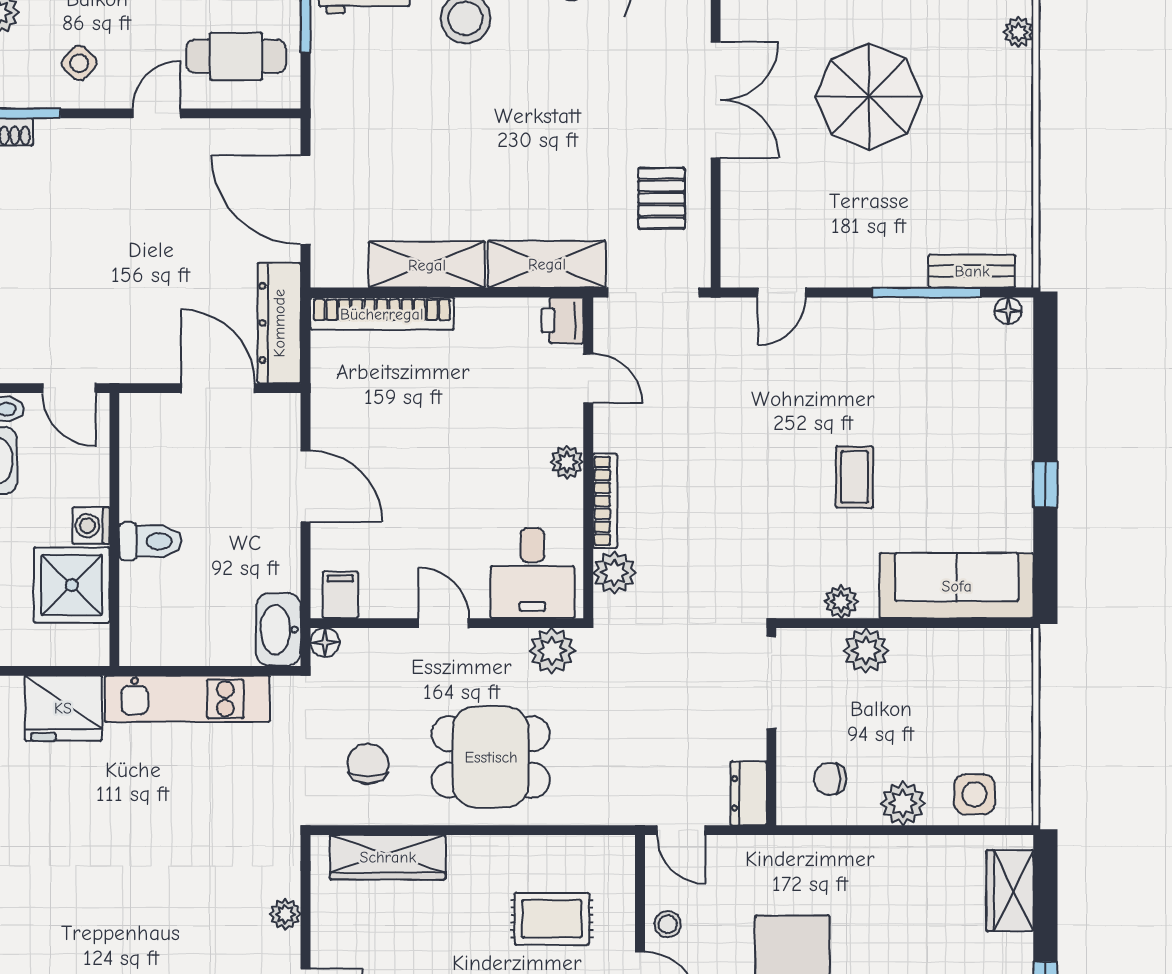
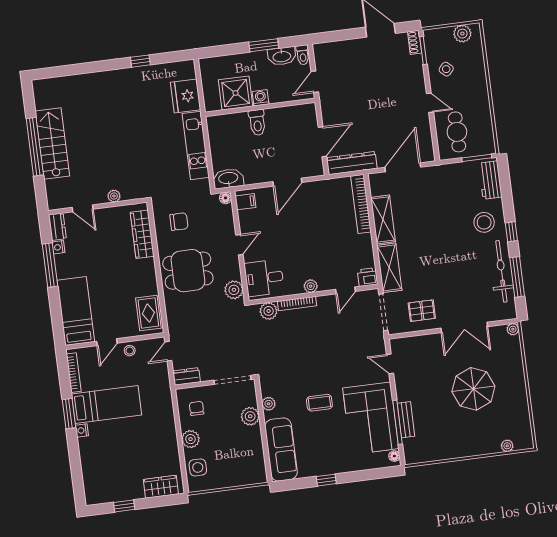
bench: (972, 271) -> (406, 420), moved
corner sofa: (909, 356) -> (371, 418), added
dining table: (491, 757) -> (188, 271), turned 90
rug: (552, 919) -> (148, 313), moved

